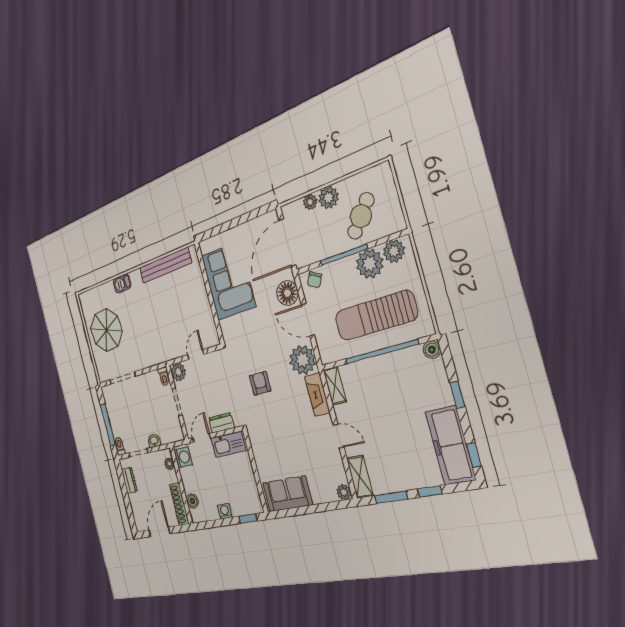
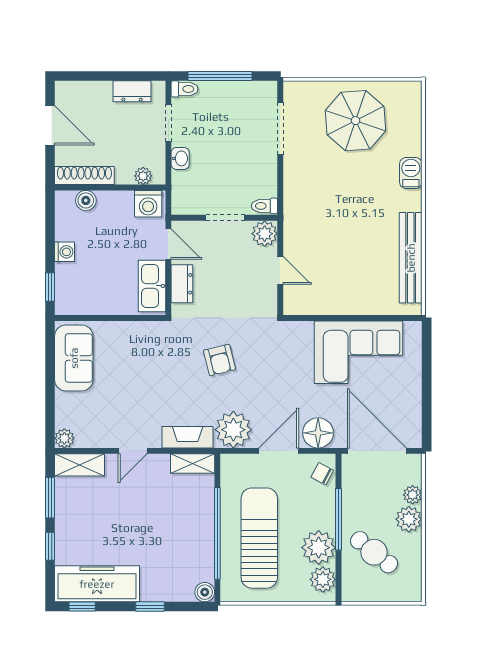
armchair: (260, 383) -> (219, 360), turned 76

